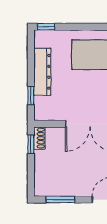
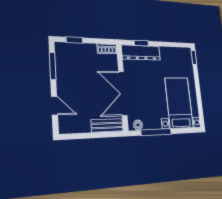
dresser: (42, 72) -> (141, 53), moved
window: (31, 144) -> (74, 40), moved

